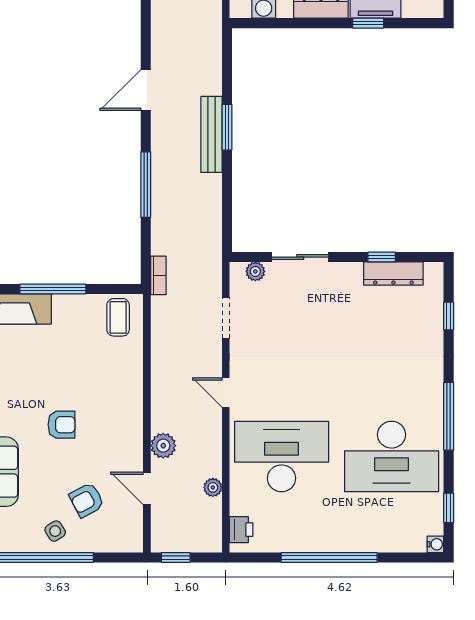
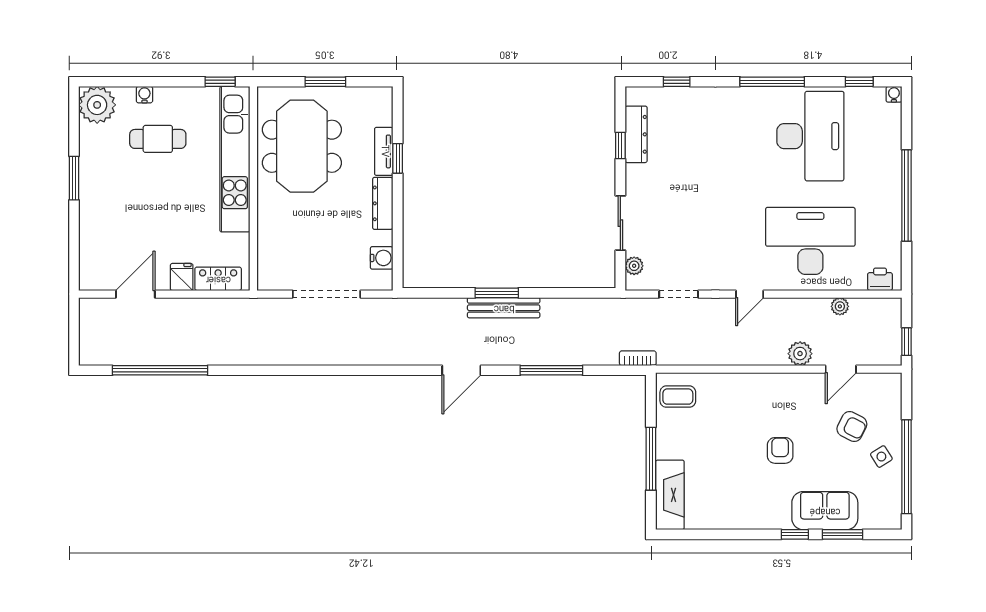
door: (146, 90) -> (461, 370), hinge flipped
desk: (282, 456) -> (810, 241), turned 90
armchair: (87, 500) -> (852, 426), turned -35

